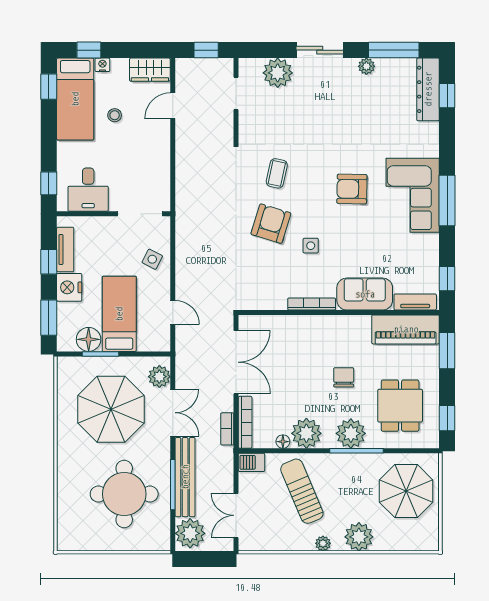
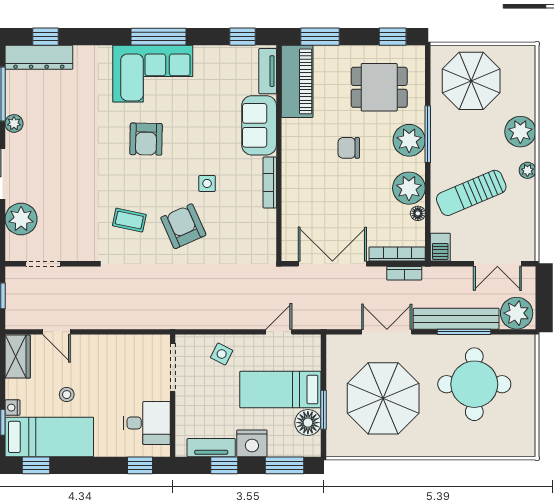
armchair: (271, 224) -> (183, 226), turned 49
plant: (159, 377) -> (348, 346), removed

